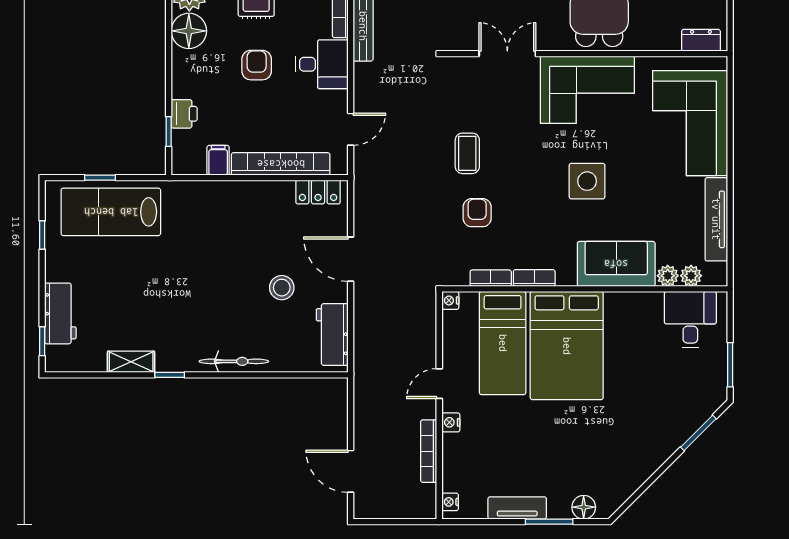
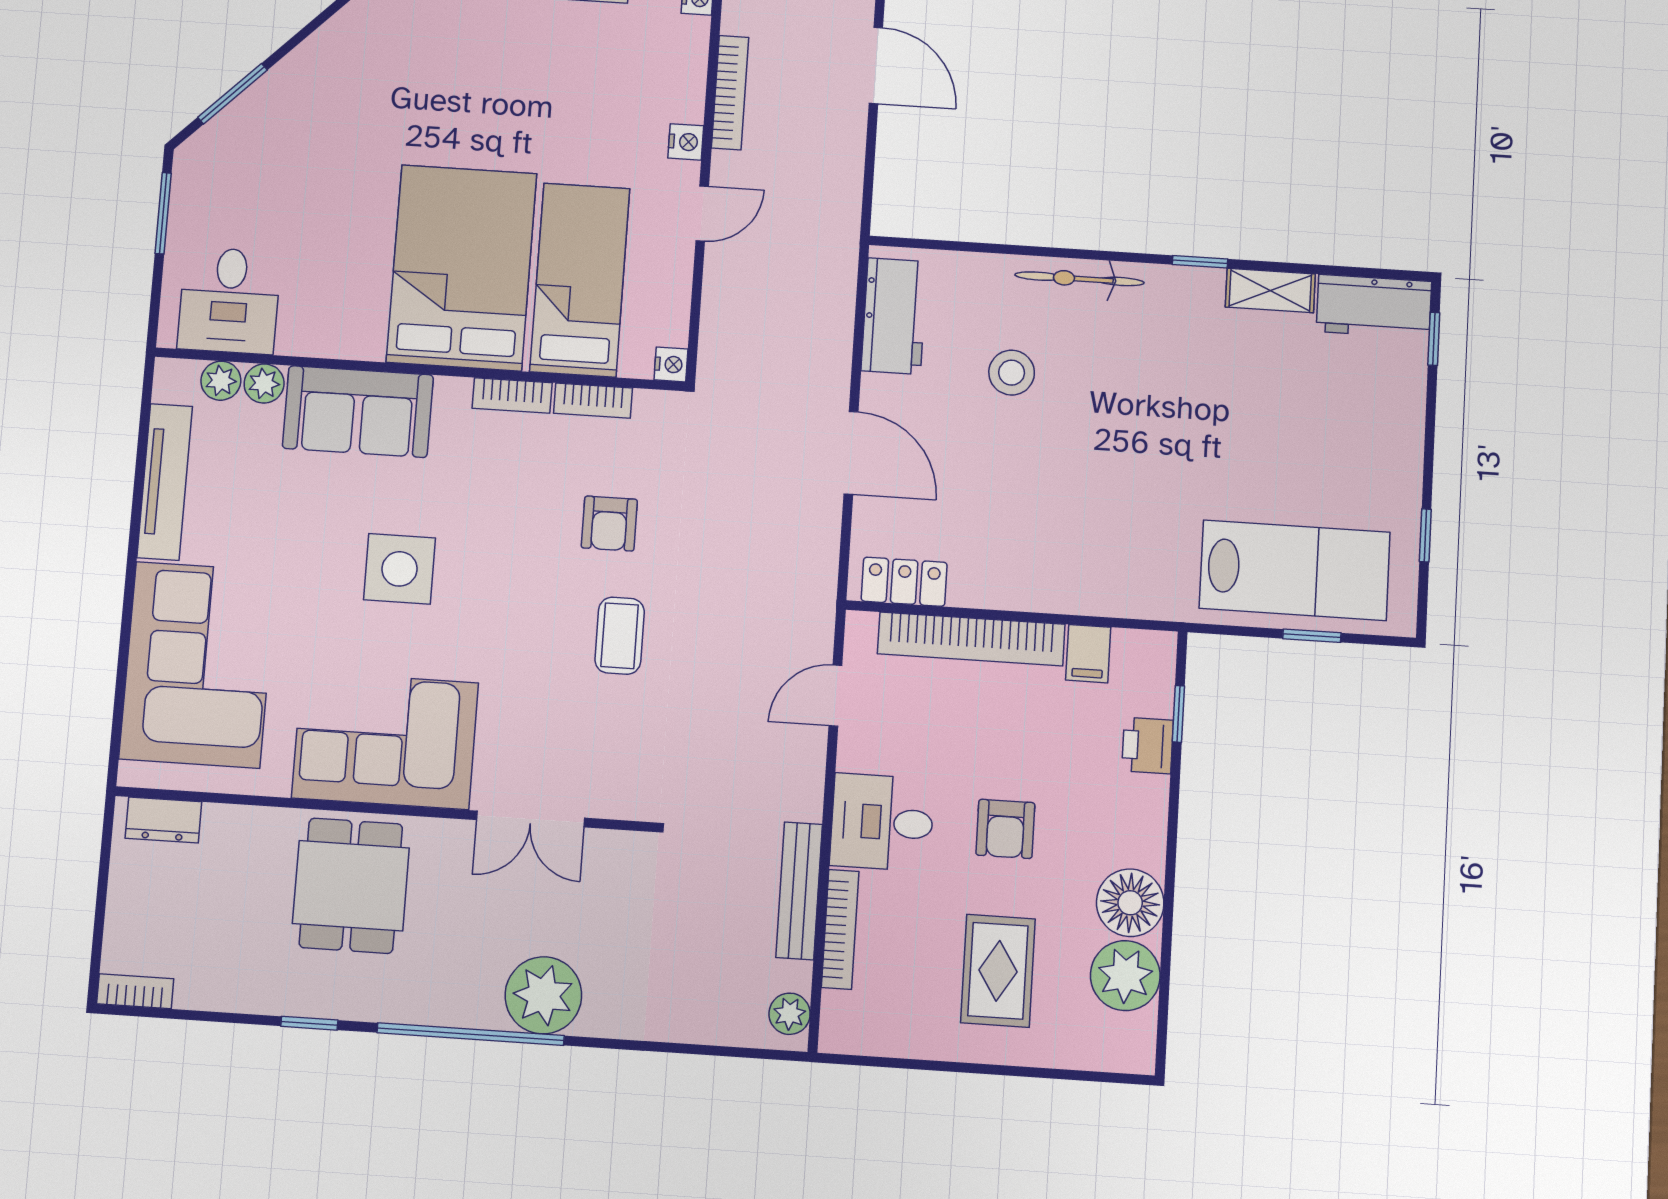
stool: (282, 288) -> (1012, 373), moved
workbench: (60, 313) -> (1374, 306), moved, turned -90

